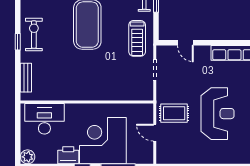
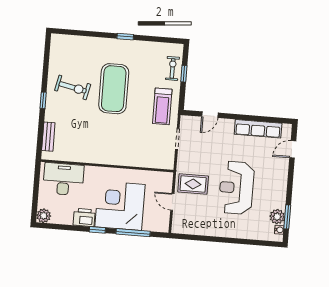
exercise bike: (34, 34) -> (73, 87), moved, turned 102
door: (185, 43) -> (210, 115), hinge flipped
reception desk: (218, 114) -> (236, 188), turned 180

